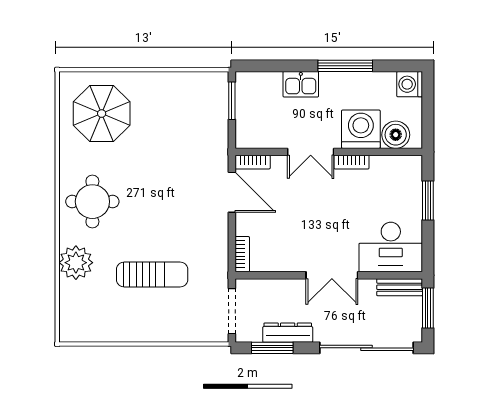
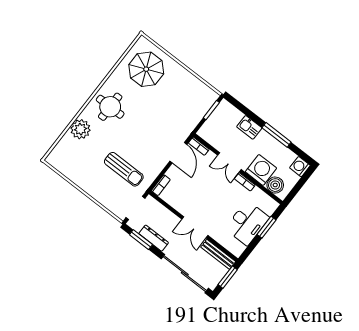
desk: (391, 247) -> (247, 223), moved, turned -90
sun lounger: (152, 275) -> (124, 169), moved
bench: (400, 287) -> (218, 254), width x1.36

